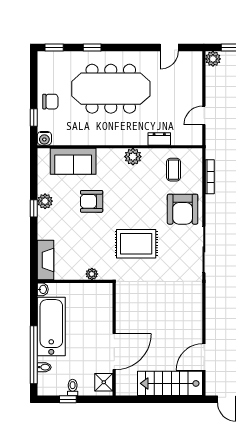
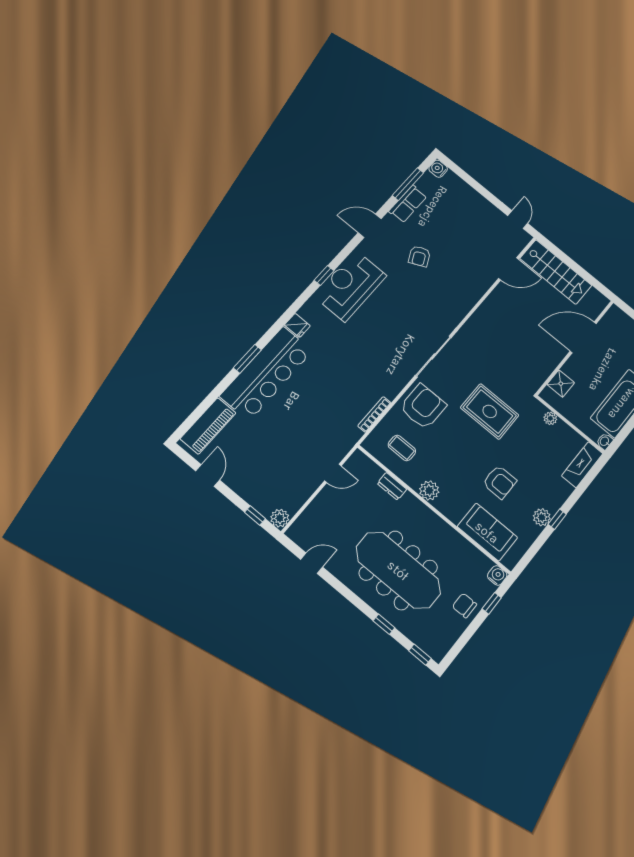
coffee table: (174, 170) -> (402, 448), turned 90
shower: (104, 382) -> (561, 384), moved

